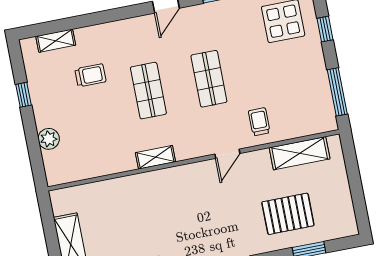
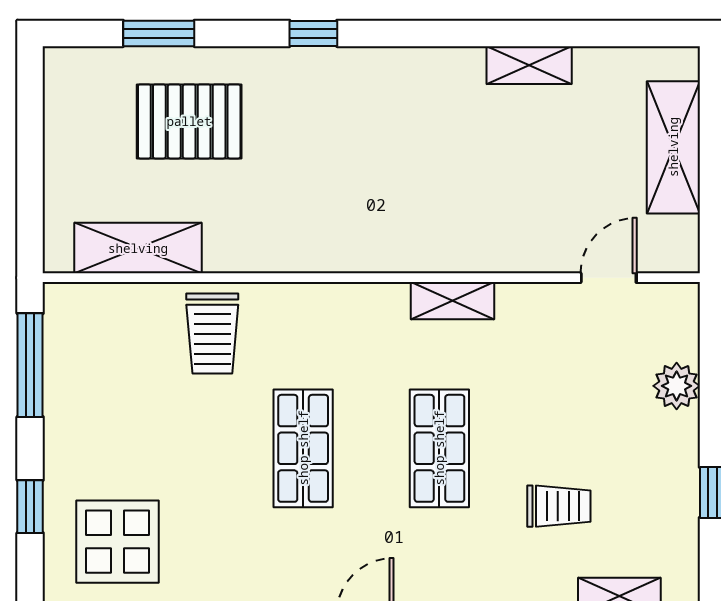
trolley: (90, 75) -> (559, 506), turned 180
trolley: (259, 122) -> (212, 333), width x1.36, depth x1.39
door: (227, 154) -> (609, 278), moved

